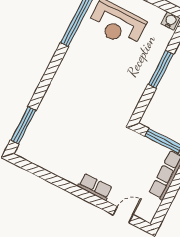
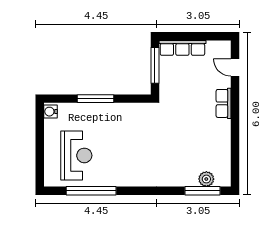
plant: (32, 135) -> (206, 179), added

